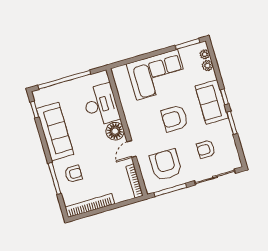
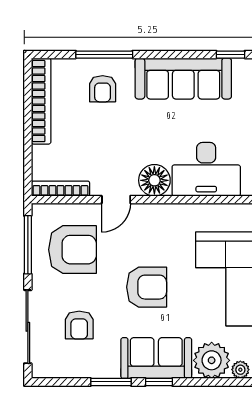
plant: (207, 65) -> (212, 360), width x1.88, depth x1.88
armchair: (175, 118) -> (147, 287), turned 90
door: (132, 149) -> (116, 200), swing flipped
armchair: (206, 149) -> (79, 325), turned 180

